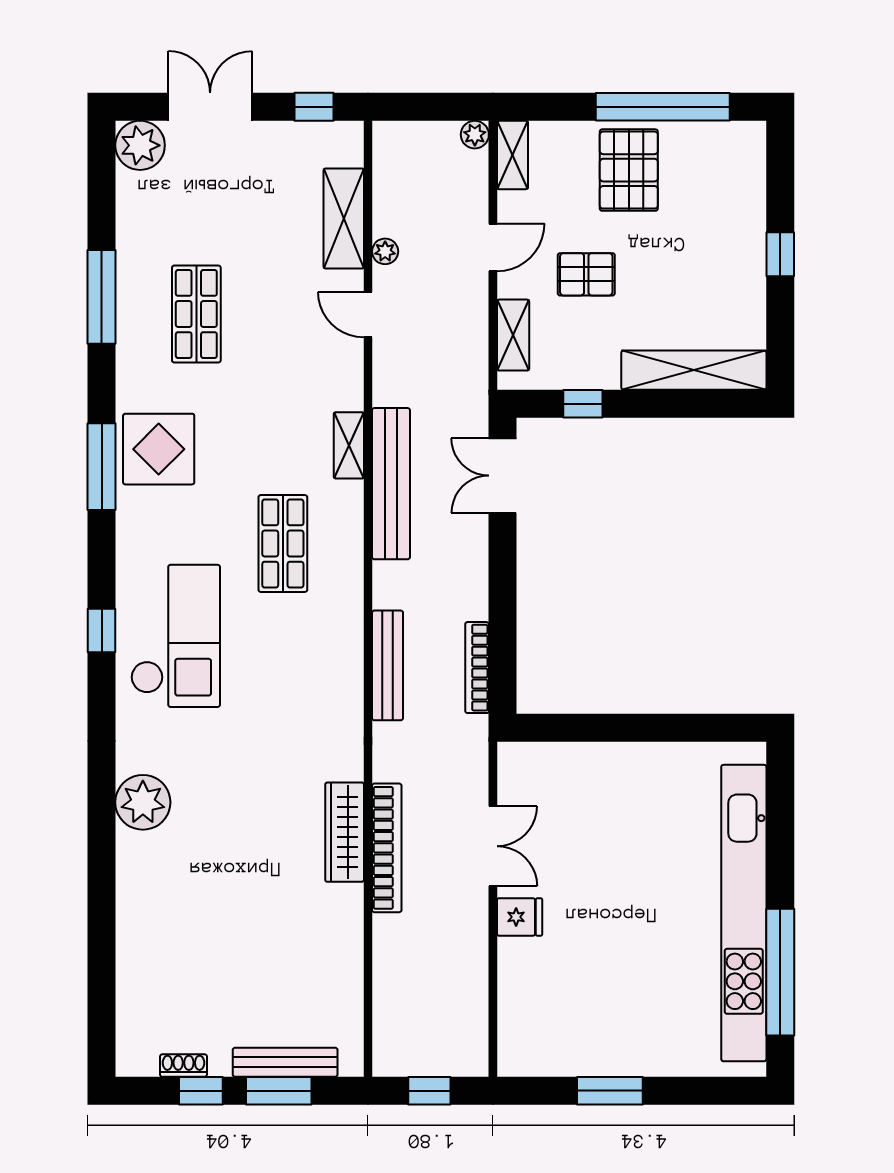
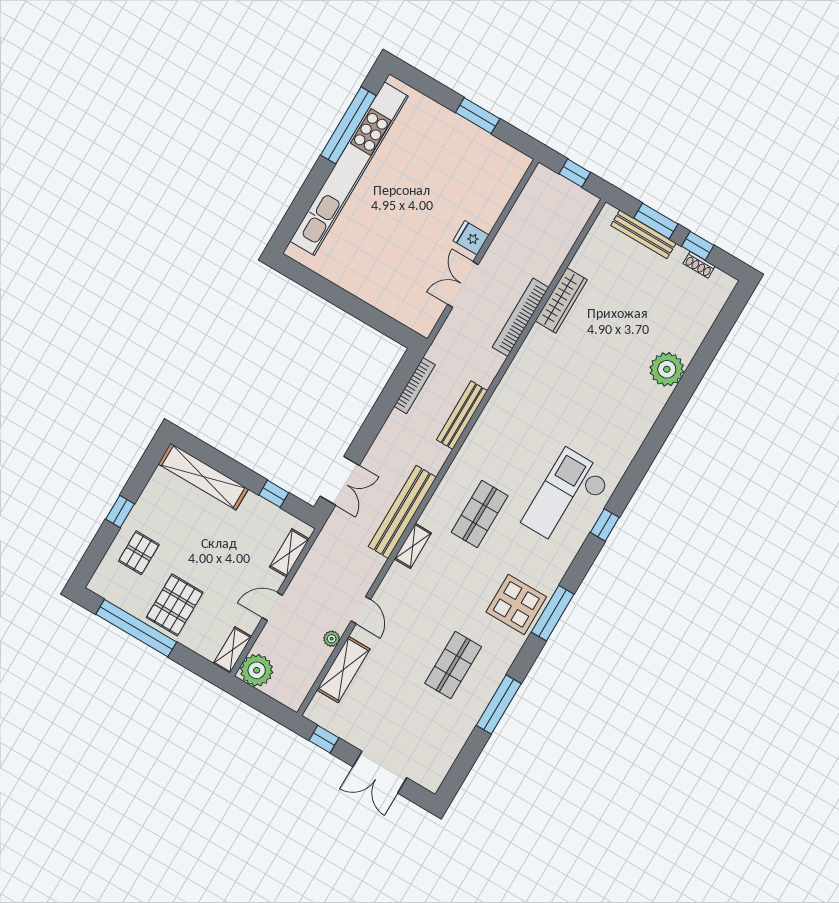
plant: (475, 135) -> (257, 670), width x1.88, depth x1.88
plant: (140, 145) -> (430, 774), removed
pallet: (586, 274) -> (139, 553), moved, turned 90
plant: (143, 802) -> (667, 369), moved
wardrobe: (345, 832) -> (561, 300), moved

